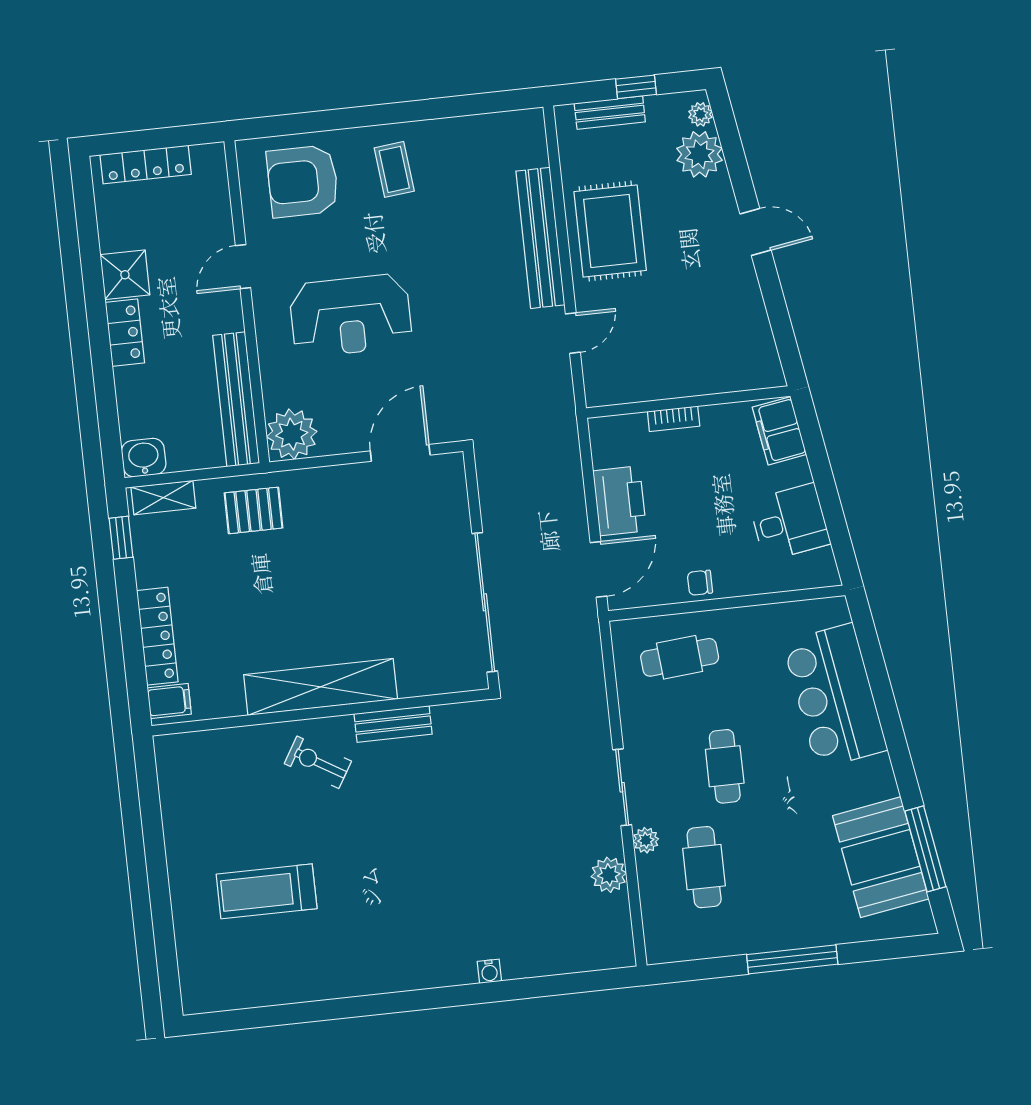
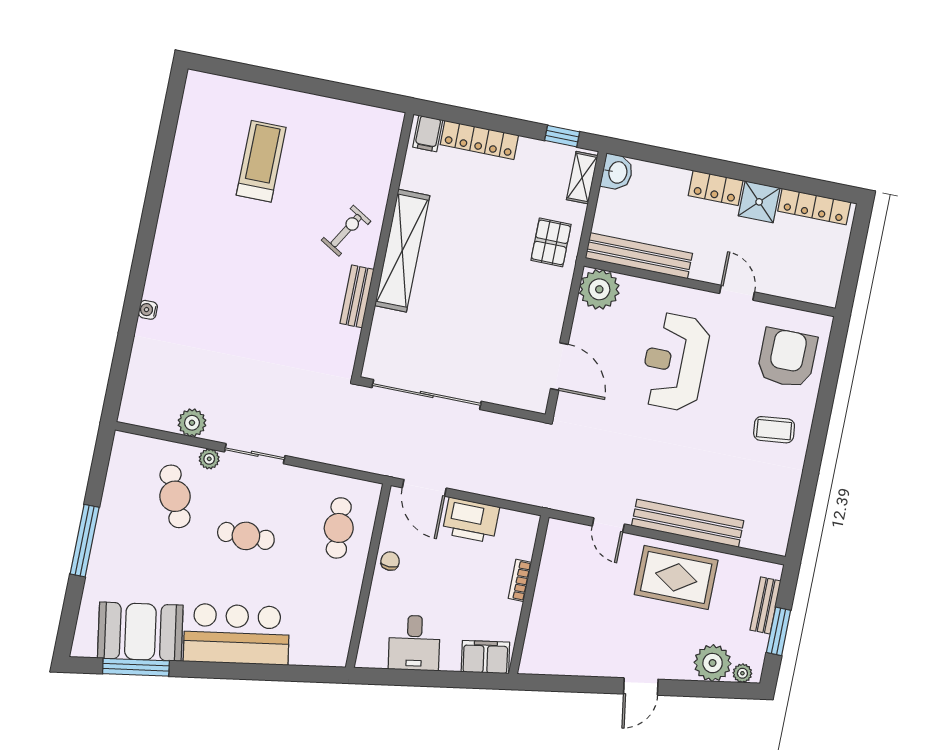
window: (636, 87) -> (779, 631), width x1.50
locker: (146, 165) -> (814, 207), moved, turned -90
bar counter: (835, 696) -> (237, 634), moved
cafe table: (704, 867) -> (175, 496), turned 67

